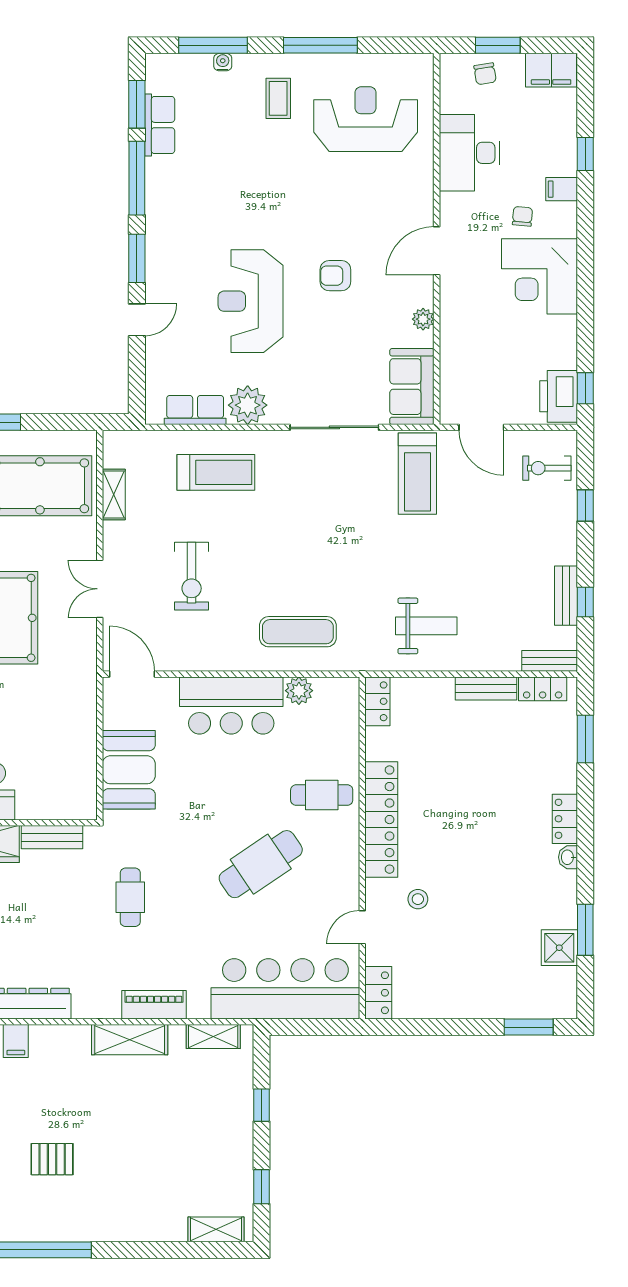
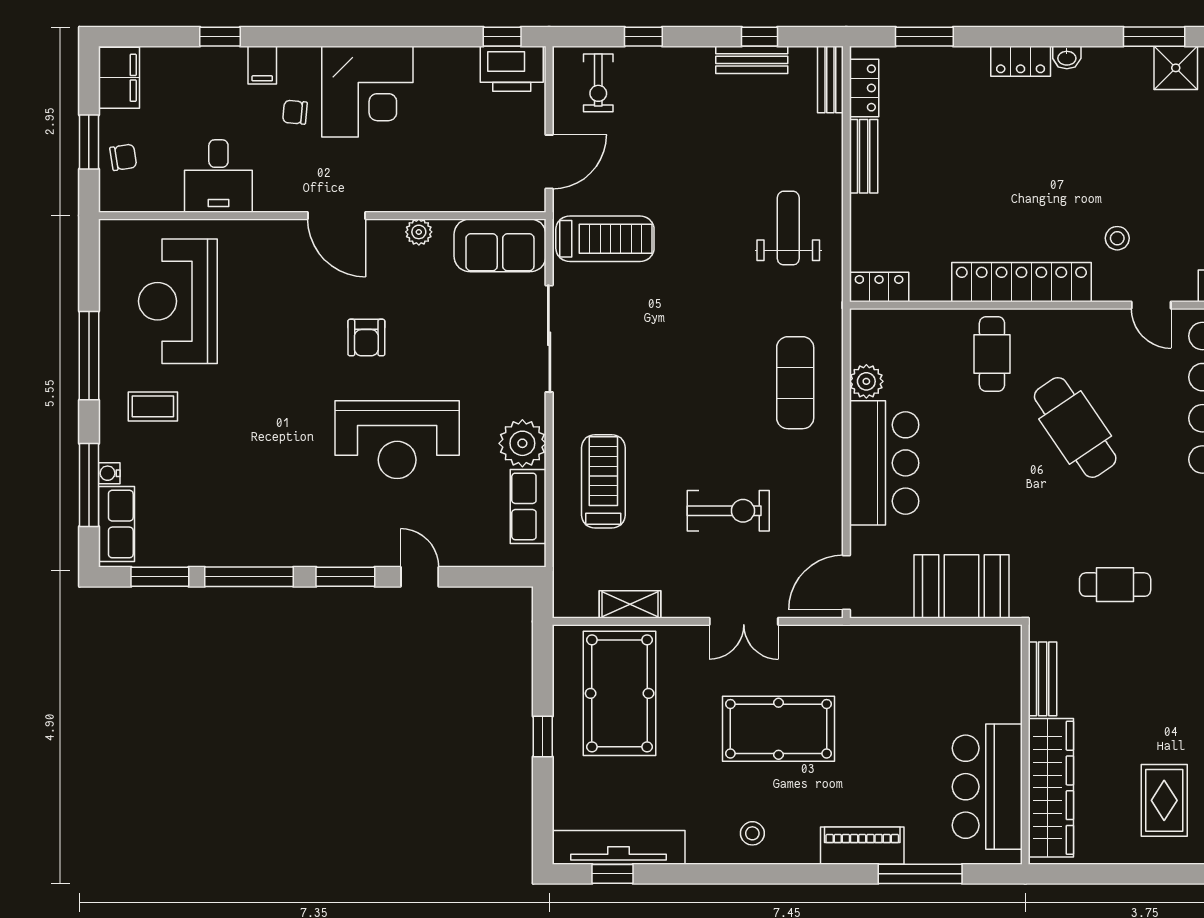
row of seats: (160, 125) -> (116, 524), moved, turned 90
desk: (469, 153) -> (218, 176), width x0.73

